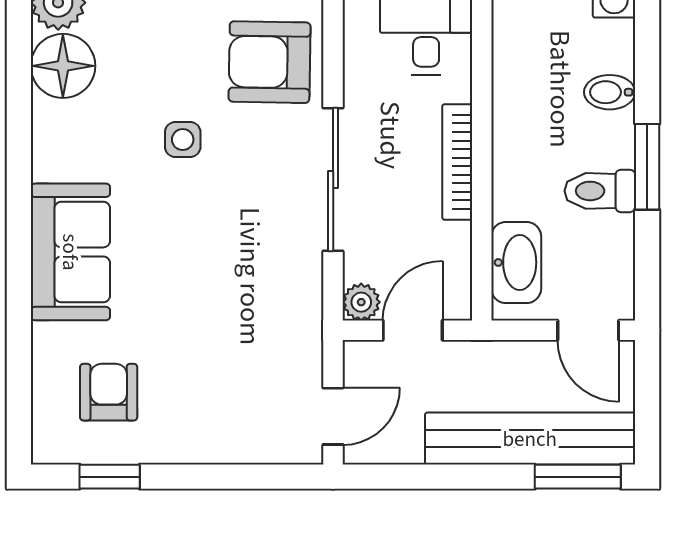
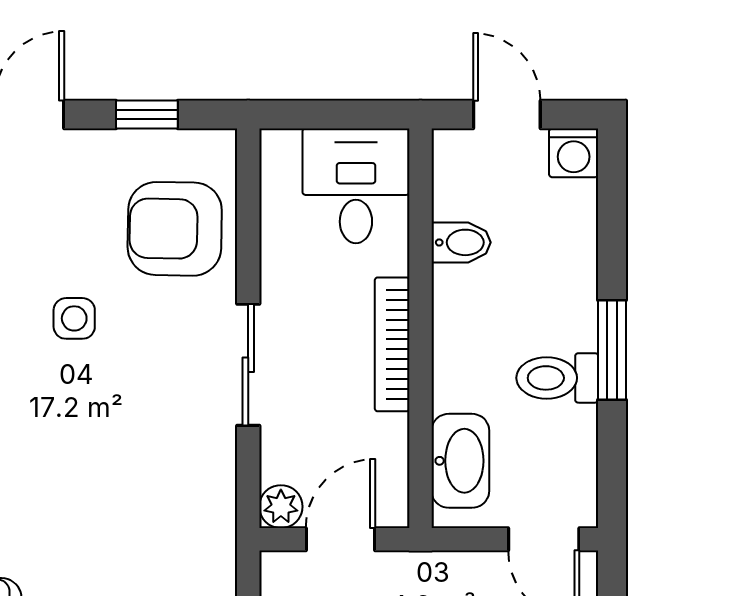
bidet: (610, 92) -> (461, 242), moved, turned 180
sliding door: (333, 180) -> (248, 365), width x0.73

